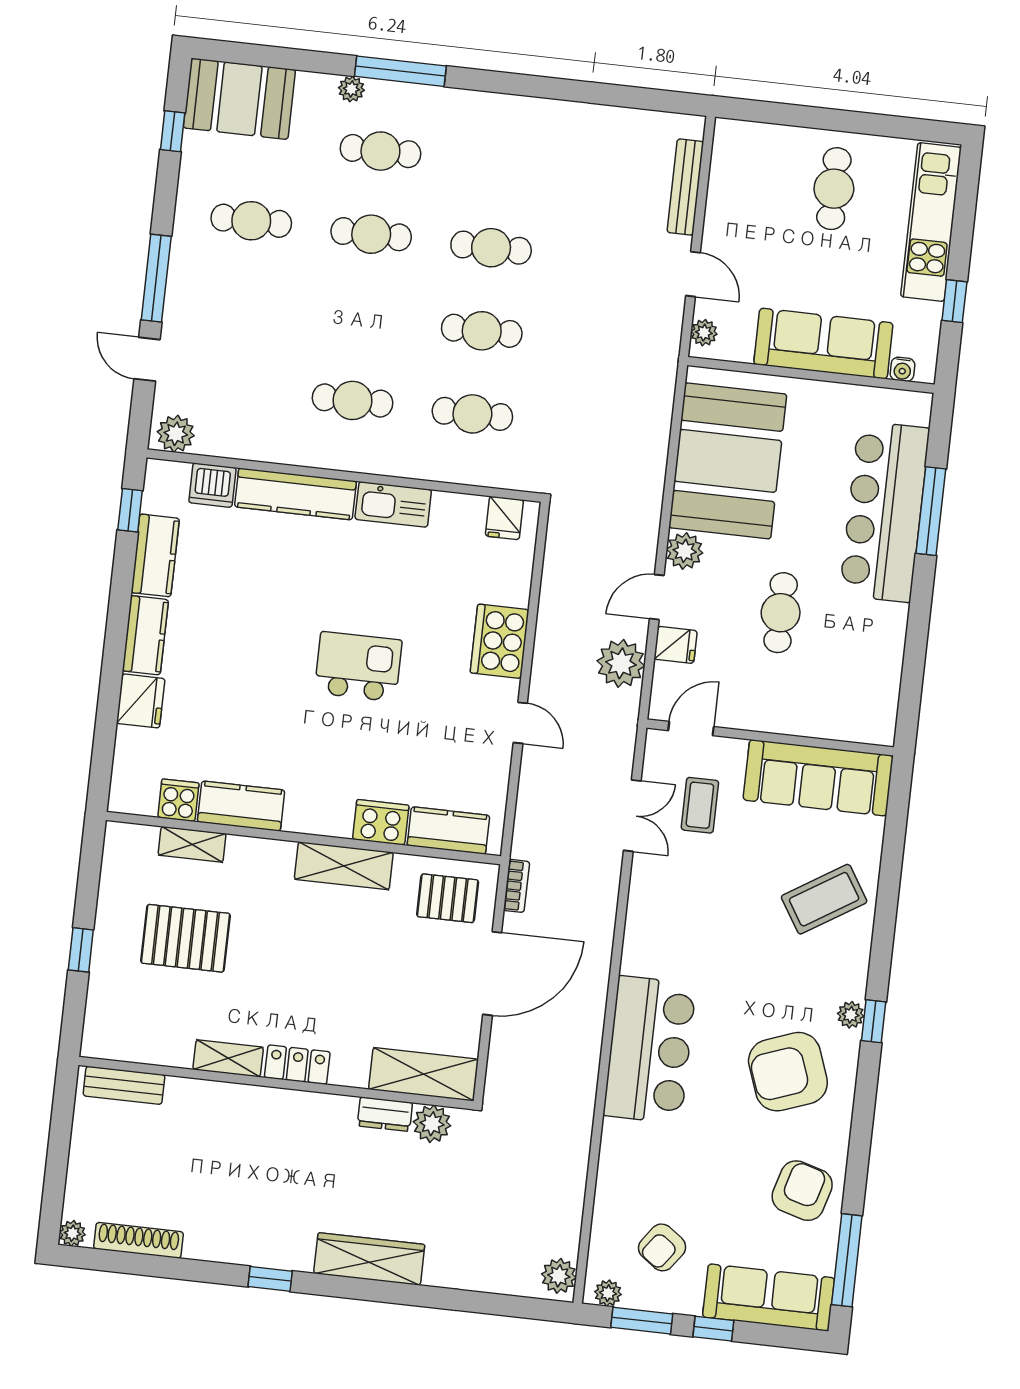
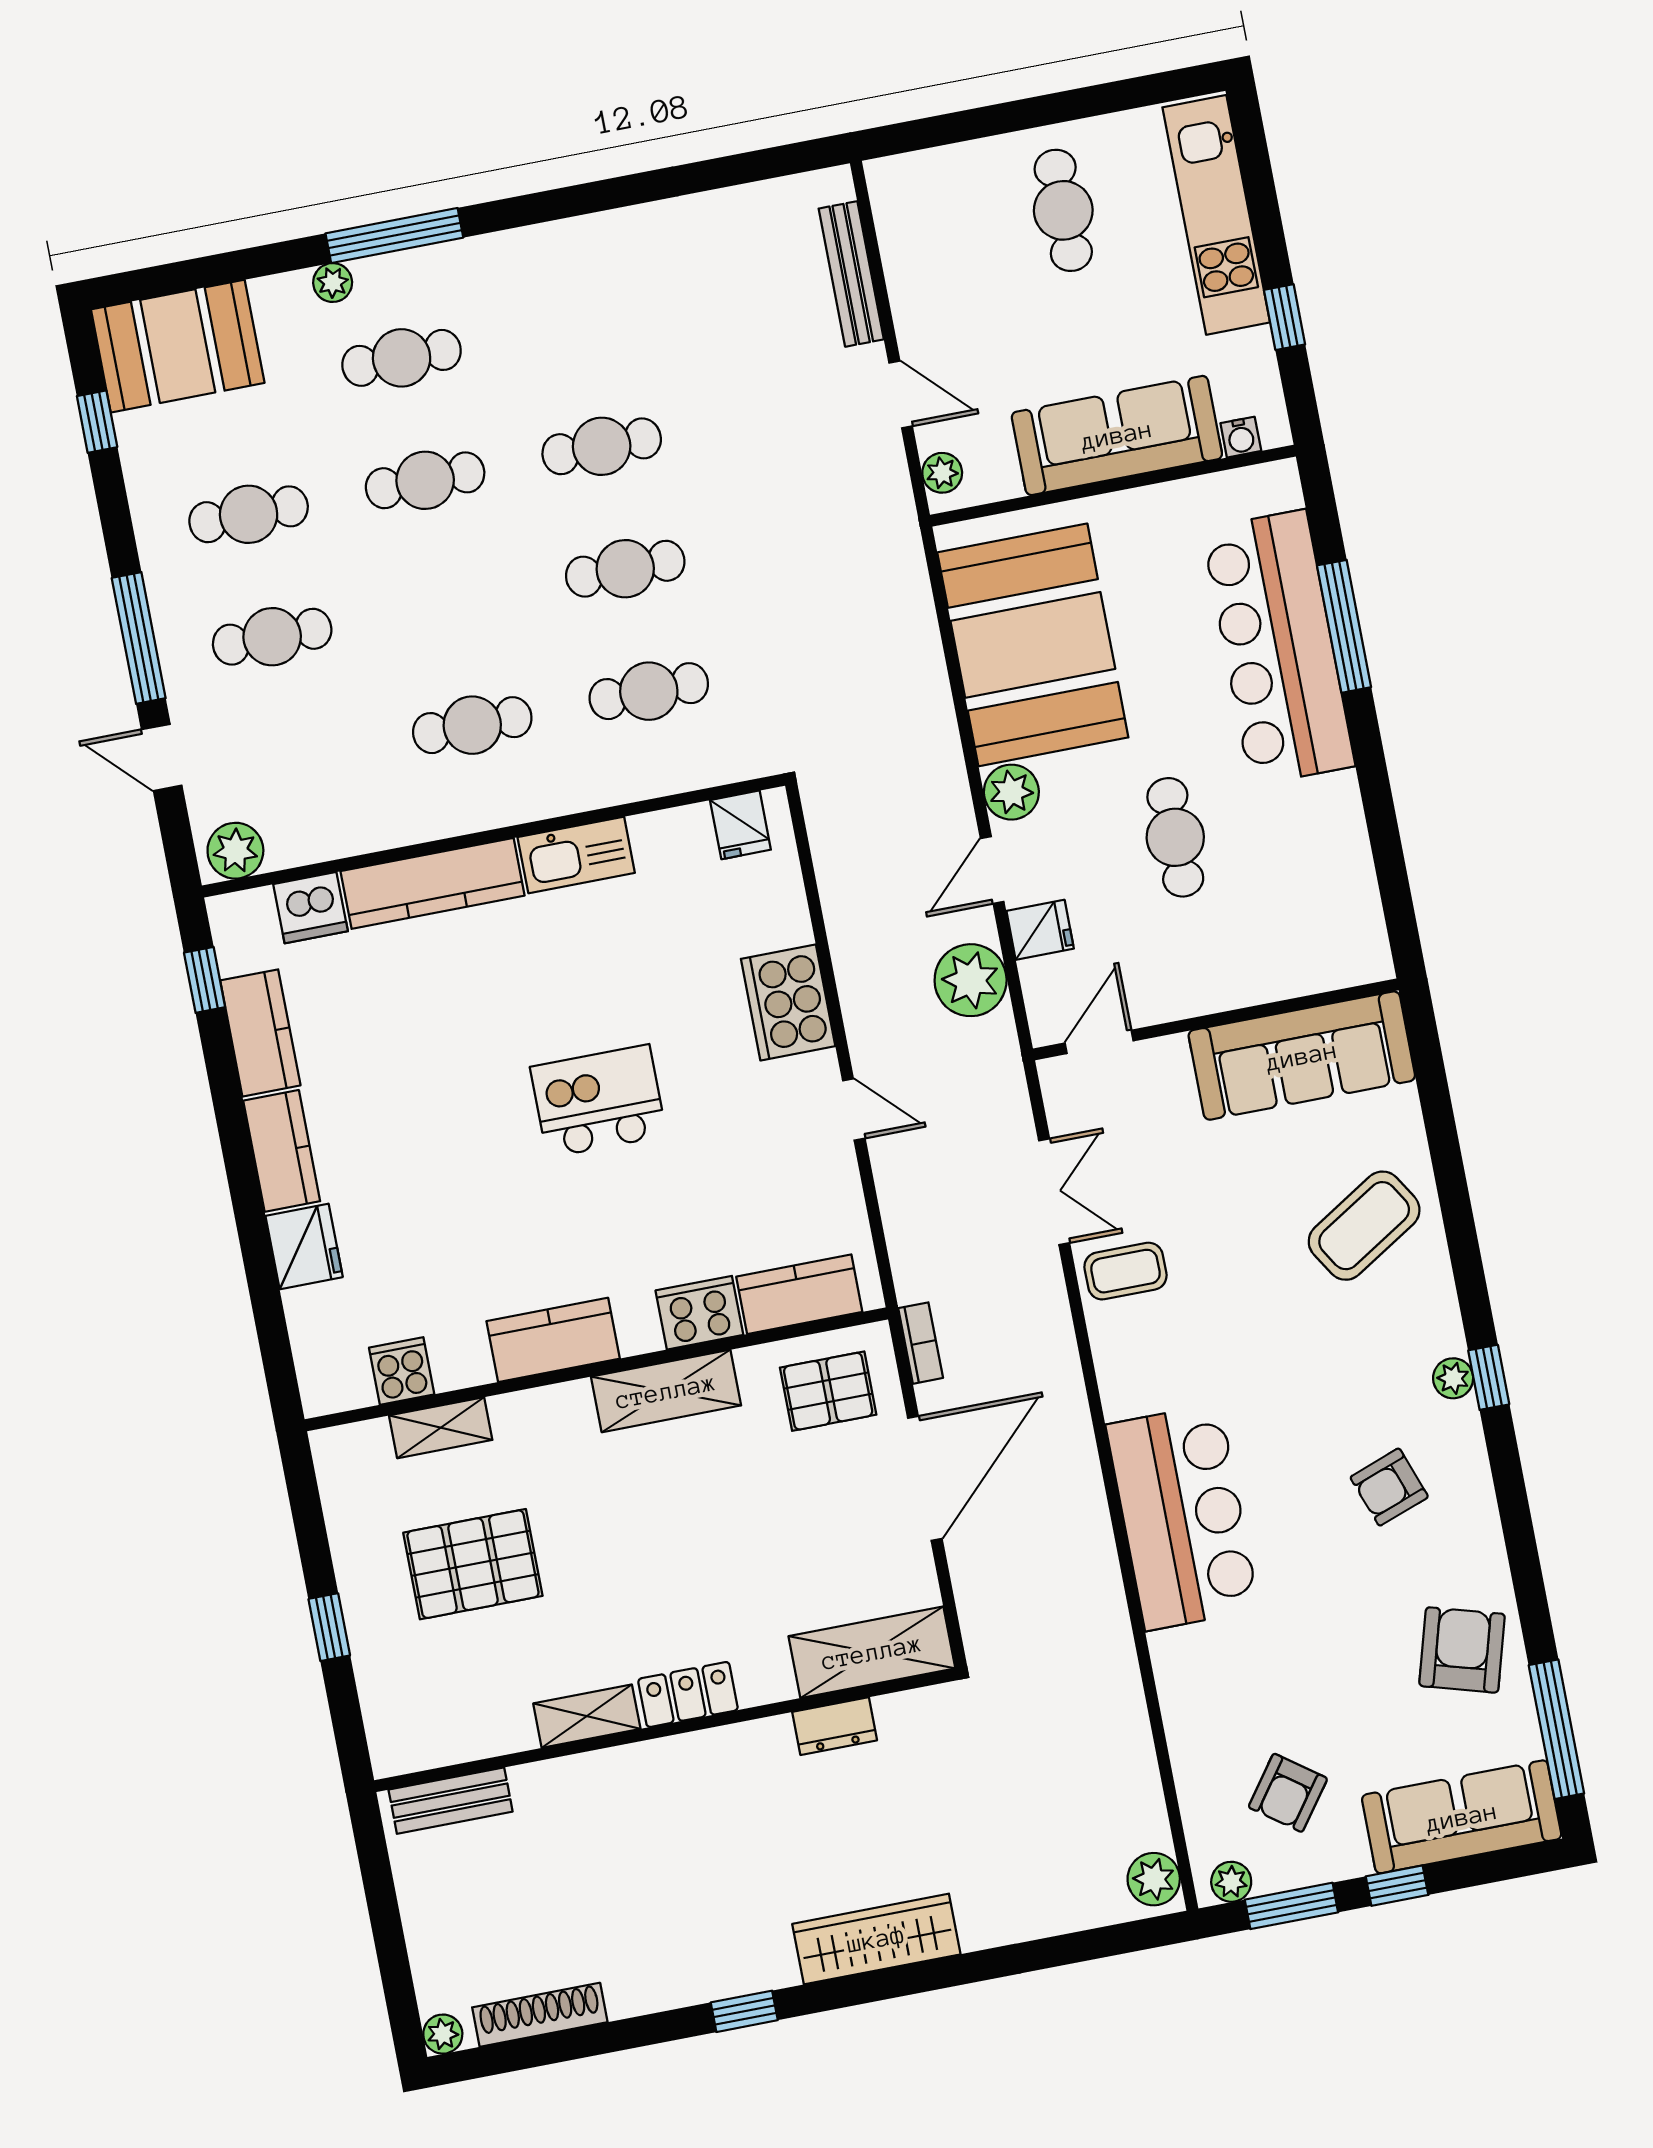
cafe table: (242, 304) -> (272, 637), added
coffee table: (700, 805) -> (1125, 1271), moved, turned 90
kitchen counter: (241, 806) -> (553, 1340), moved
armchair: (788, 1072) -> (1389, 1487), width x0.53, depth x0.53
plant: (432, 1124) -> (906, 1719), removed

